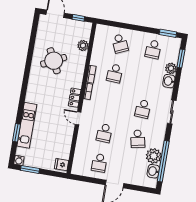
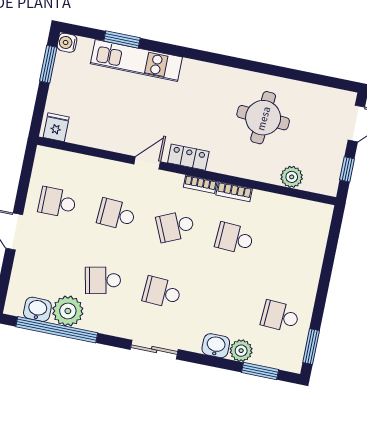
school desk: (120, 43) -> (175, 226), moved
round table: (54, 61) -> (263, 118), turned 31

